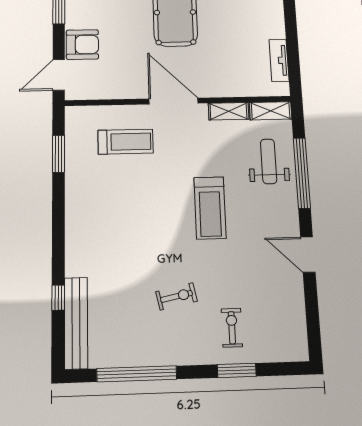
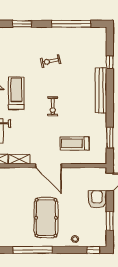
armchair: (82, 45) -> (97, 199), turned 90
treadmill: (210, 208) -> (16, 93), moved
bench: (76, 323) -> (101, 90), moved
exercise bike: (232, 328) -> (53, 106), moved

